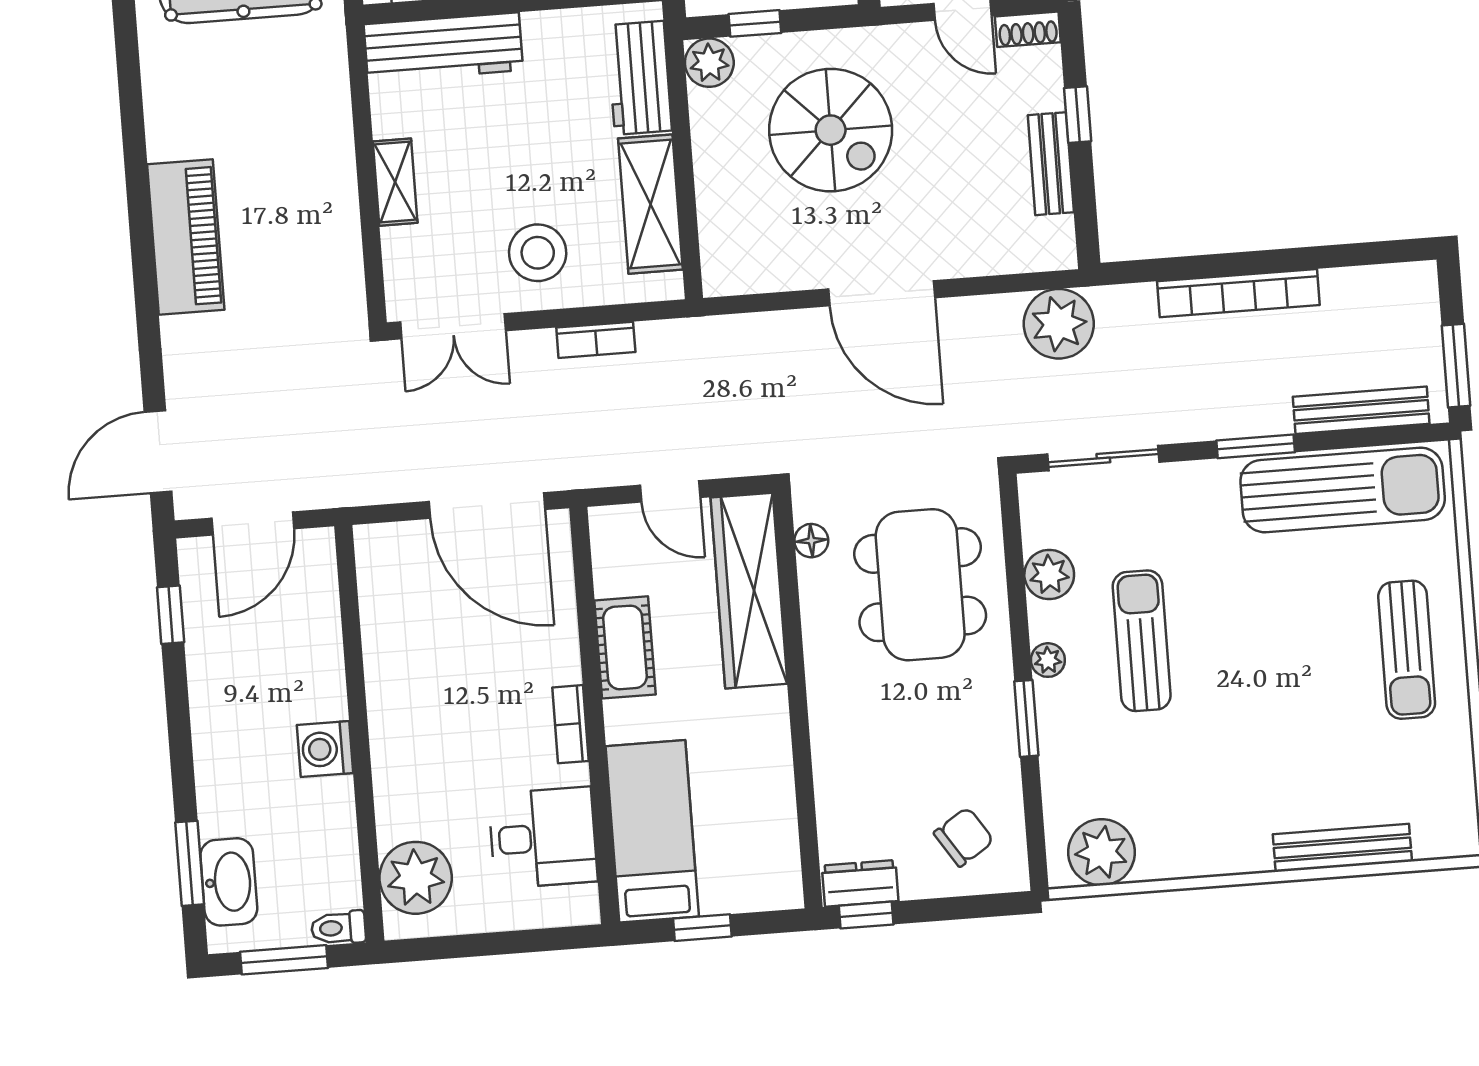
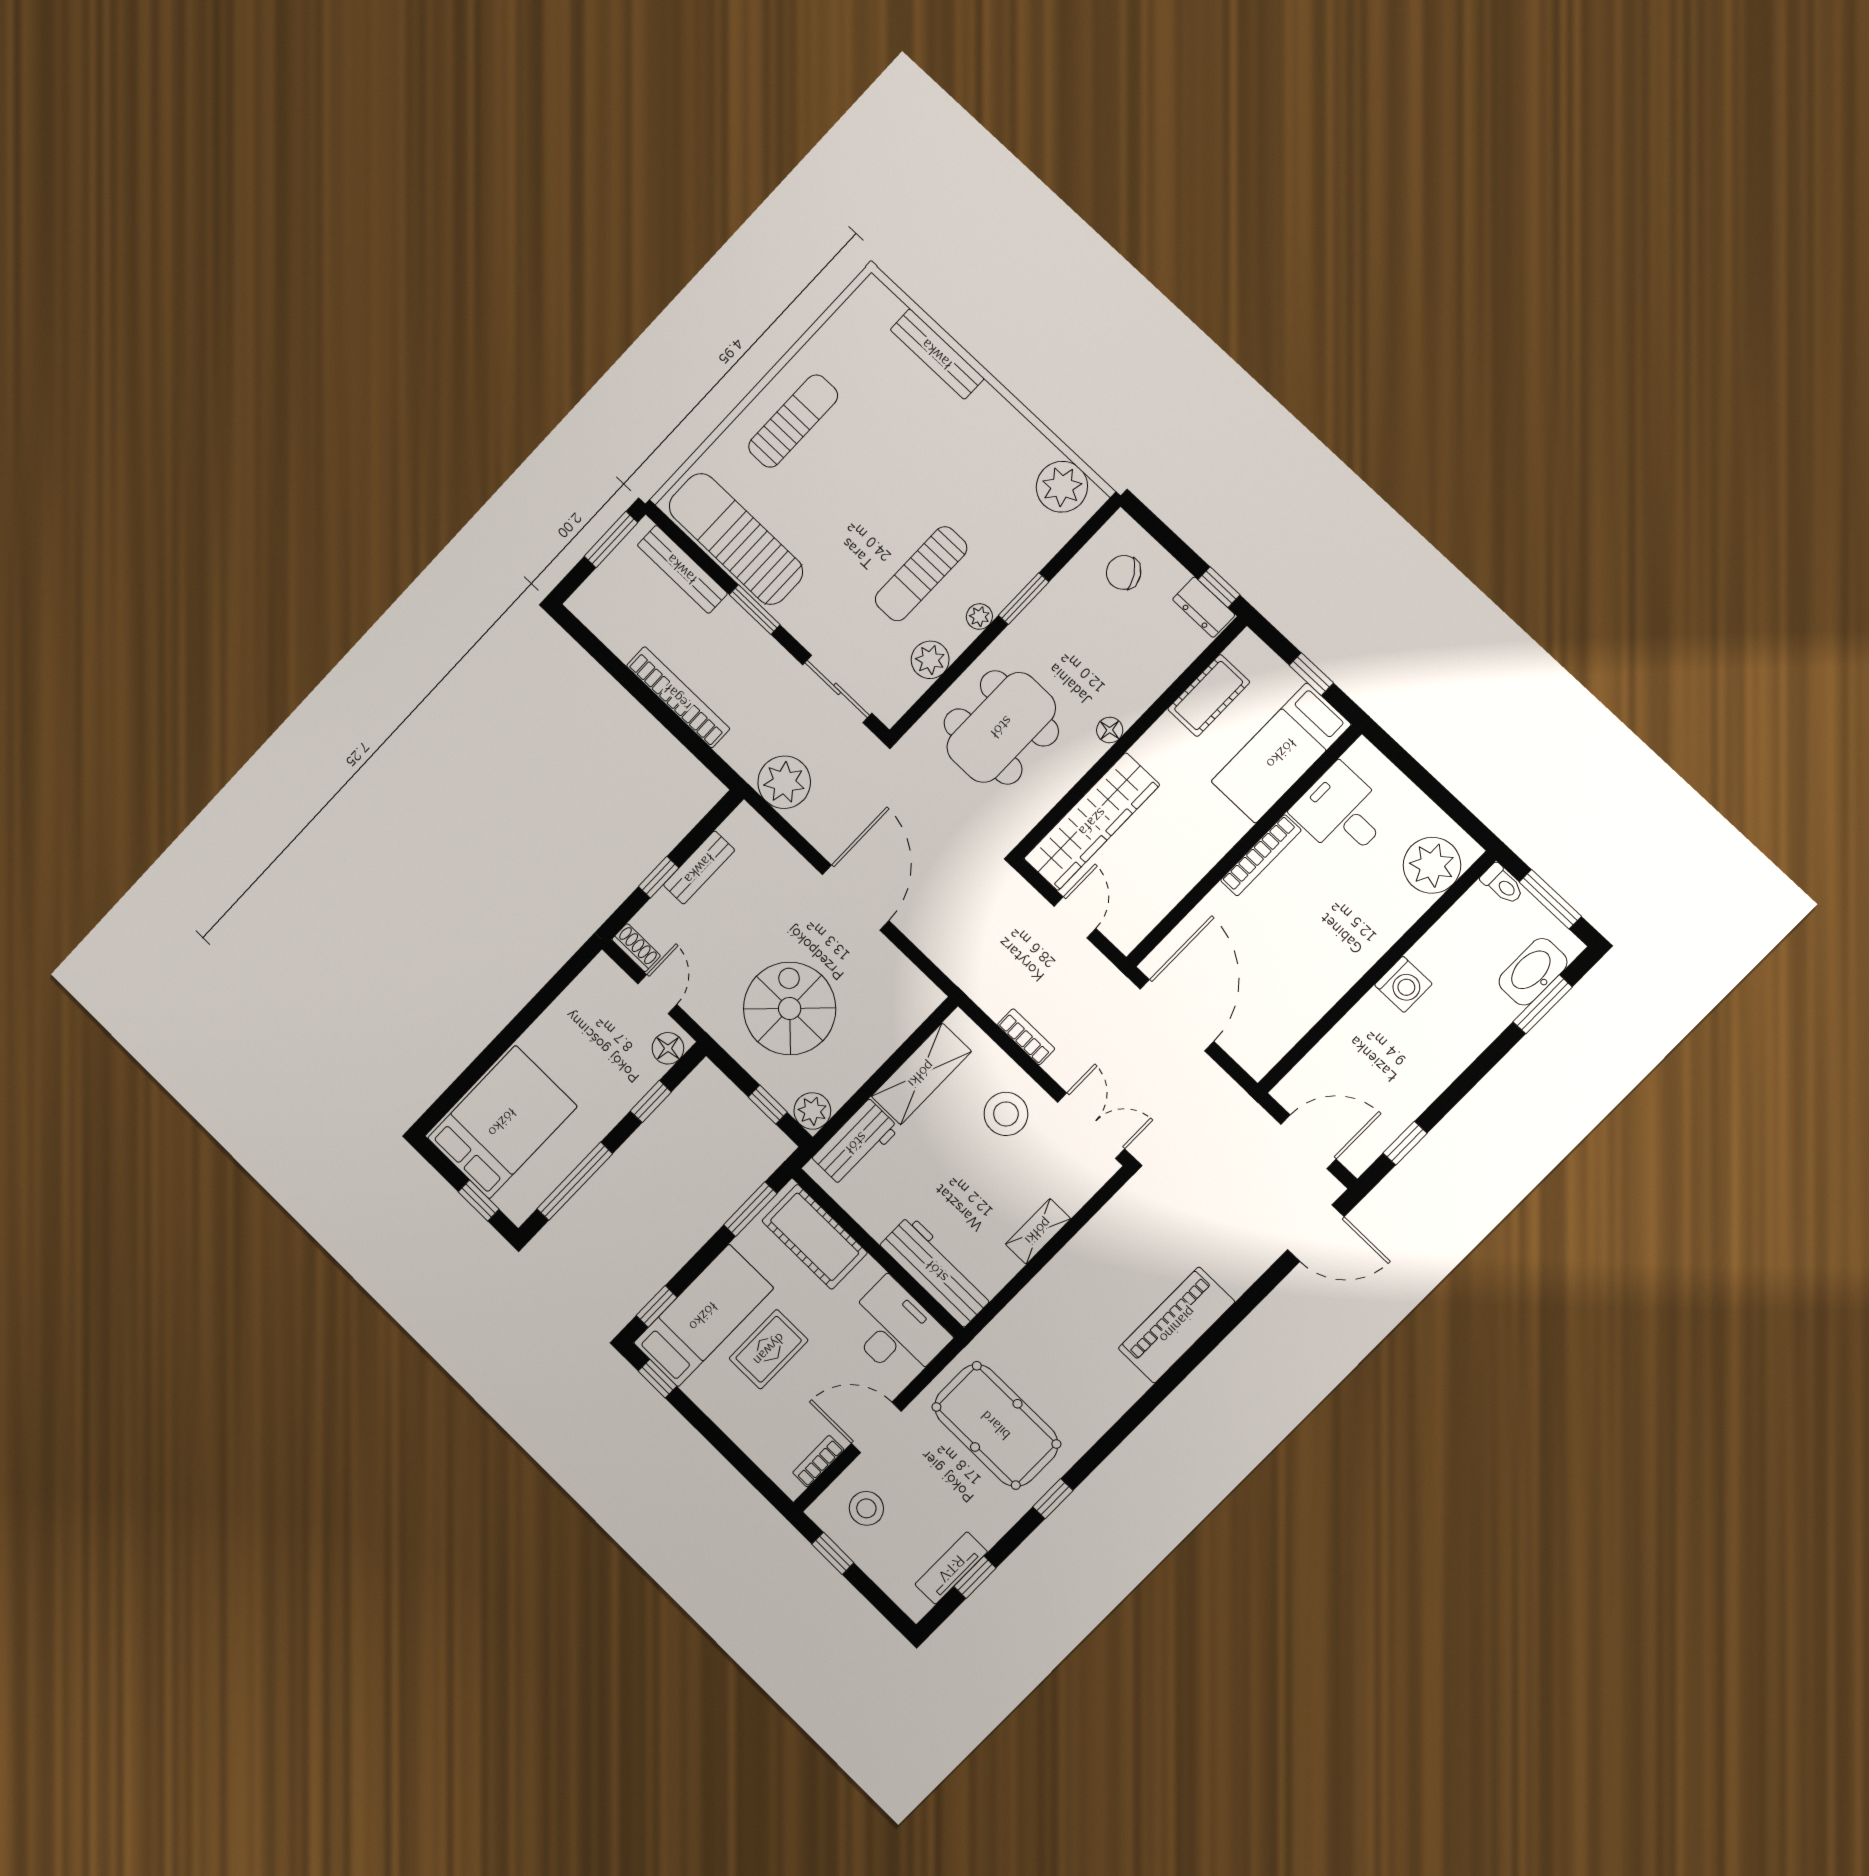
floor lamp: (811, 541) -> (1110, 730), moved
cot: (625, 647) -> (1209, 696), moved
bookcase: (570, 724) -> (1261, 855), width x1.56

